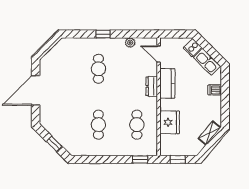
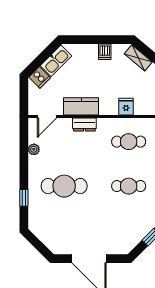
window: (103, 34) -> (24, 198), moved
cafe table: (98, 69) -> (64, 186), width x1.37, depth x1.35
dishwasher: (215, 90) -> (105, 52), moved
fridge: (170, 122) -> (126, 107), width x0.53, depth x0.75

